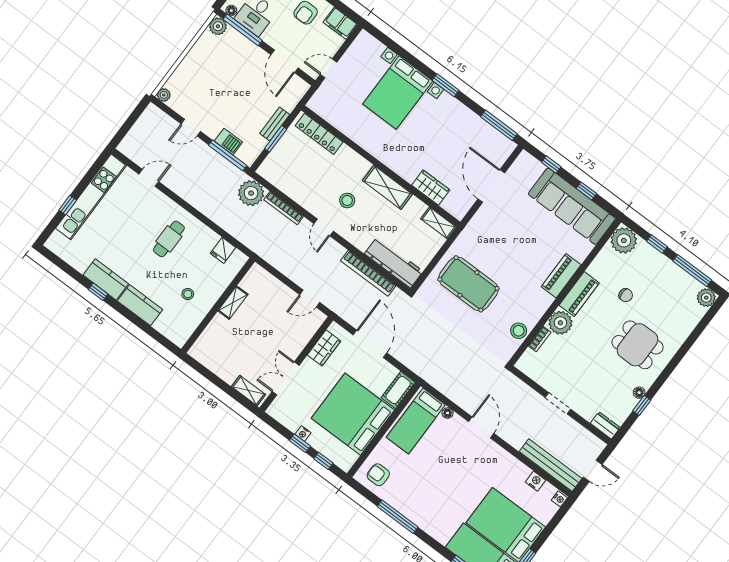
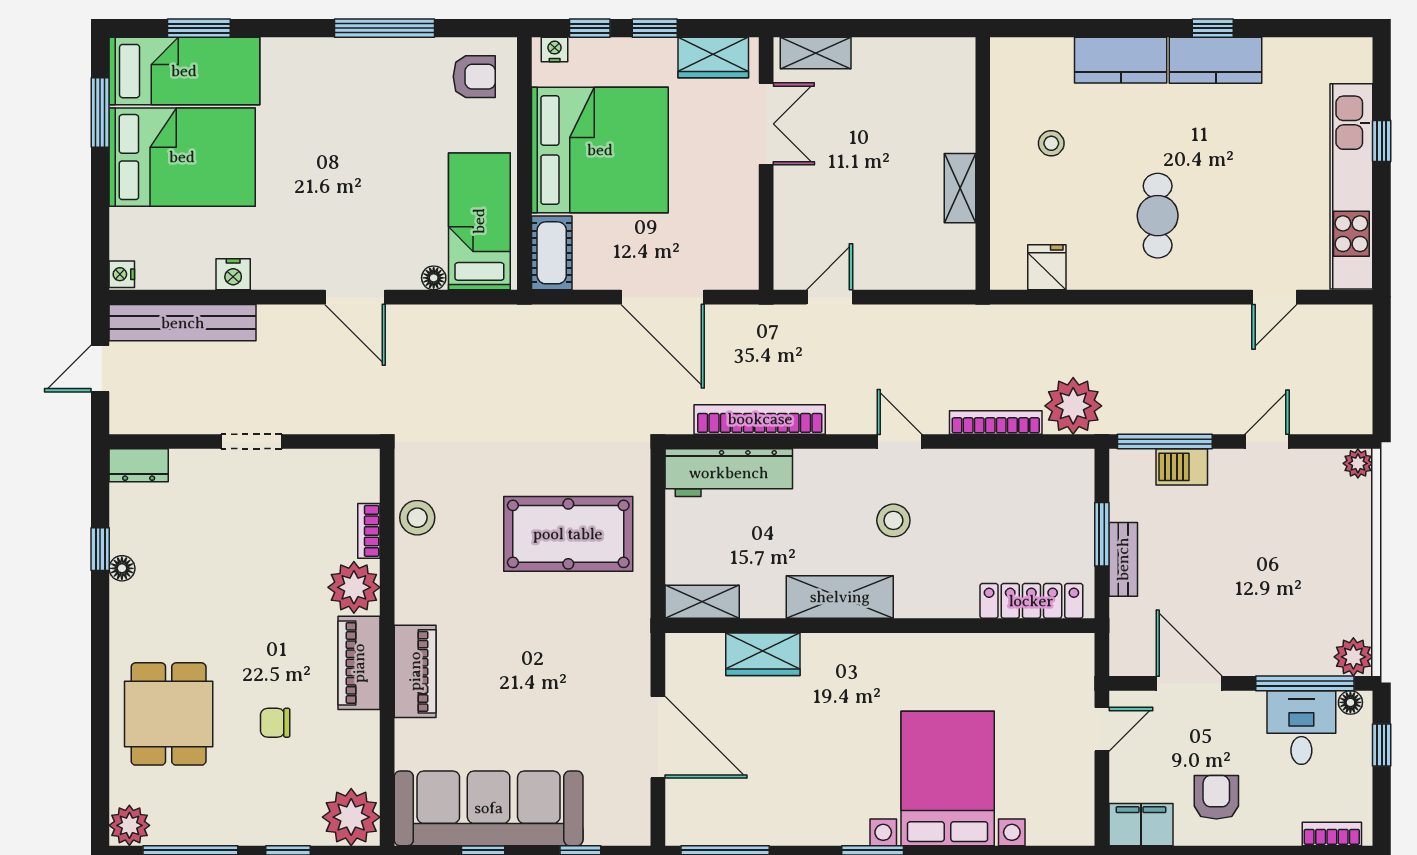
dining table: (637, 345) -> (169, 714), moved, turned 90
wardrobe: (324, 348) -> (713, 58), moved, turned -90
nightstand: (303, 434) -> (555, 50), moved
nightstand: (536, 481) -> (233, 274), moved

